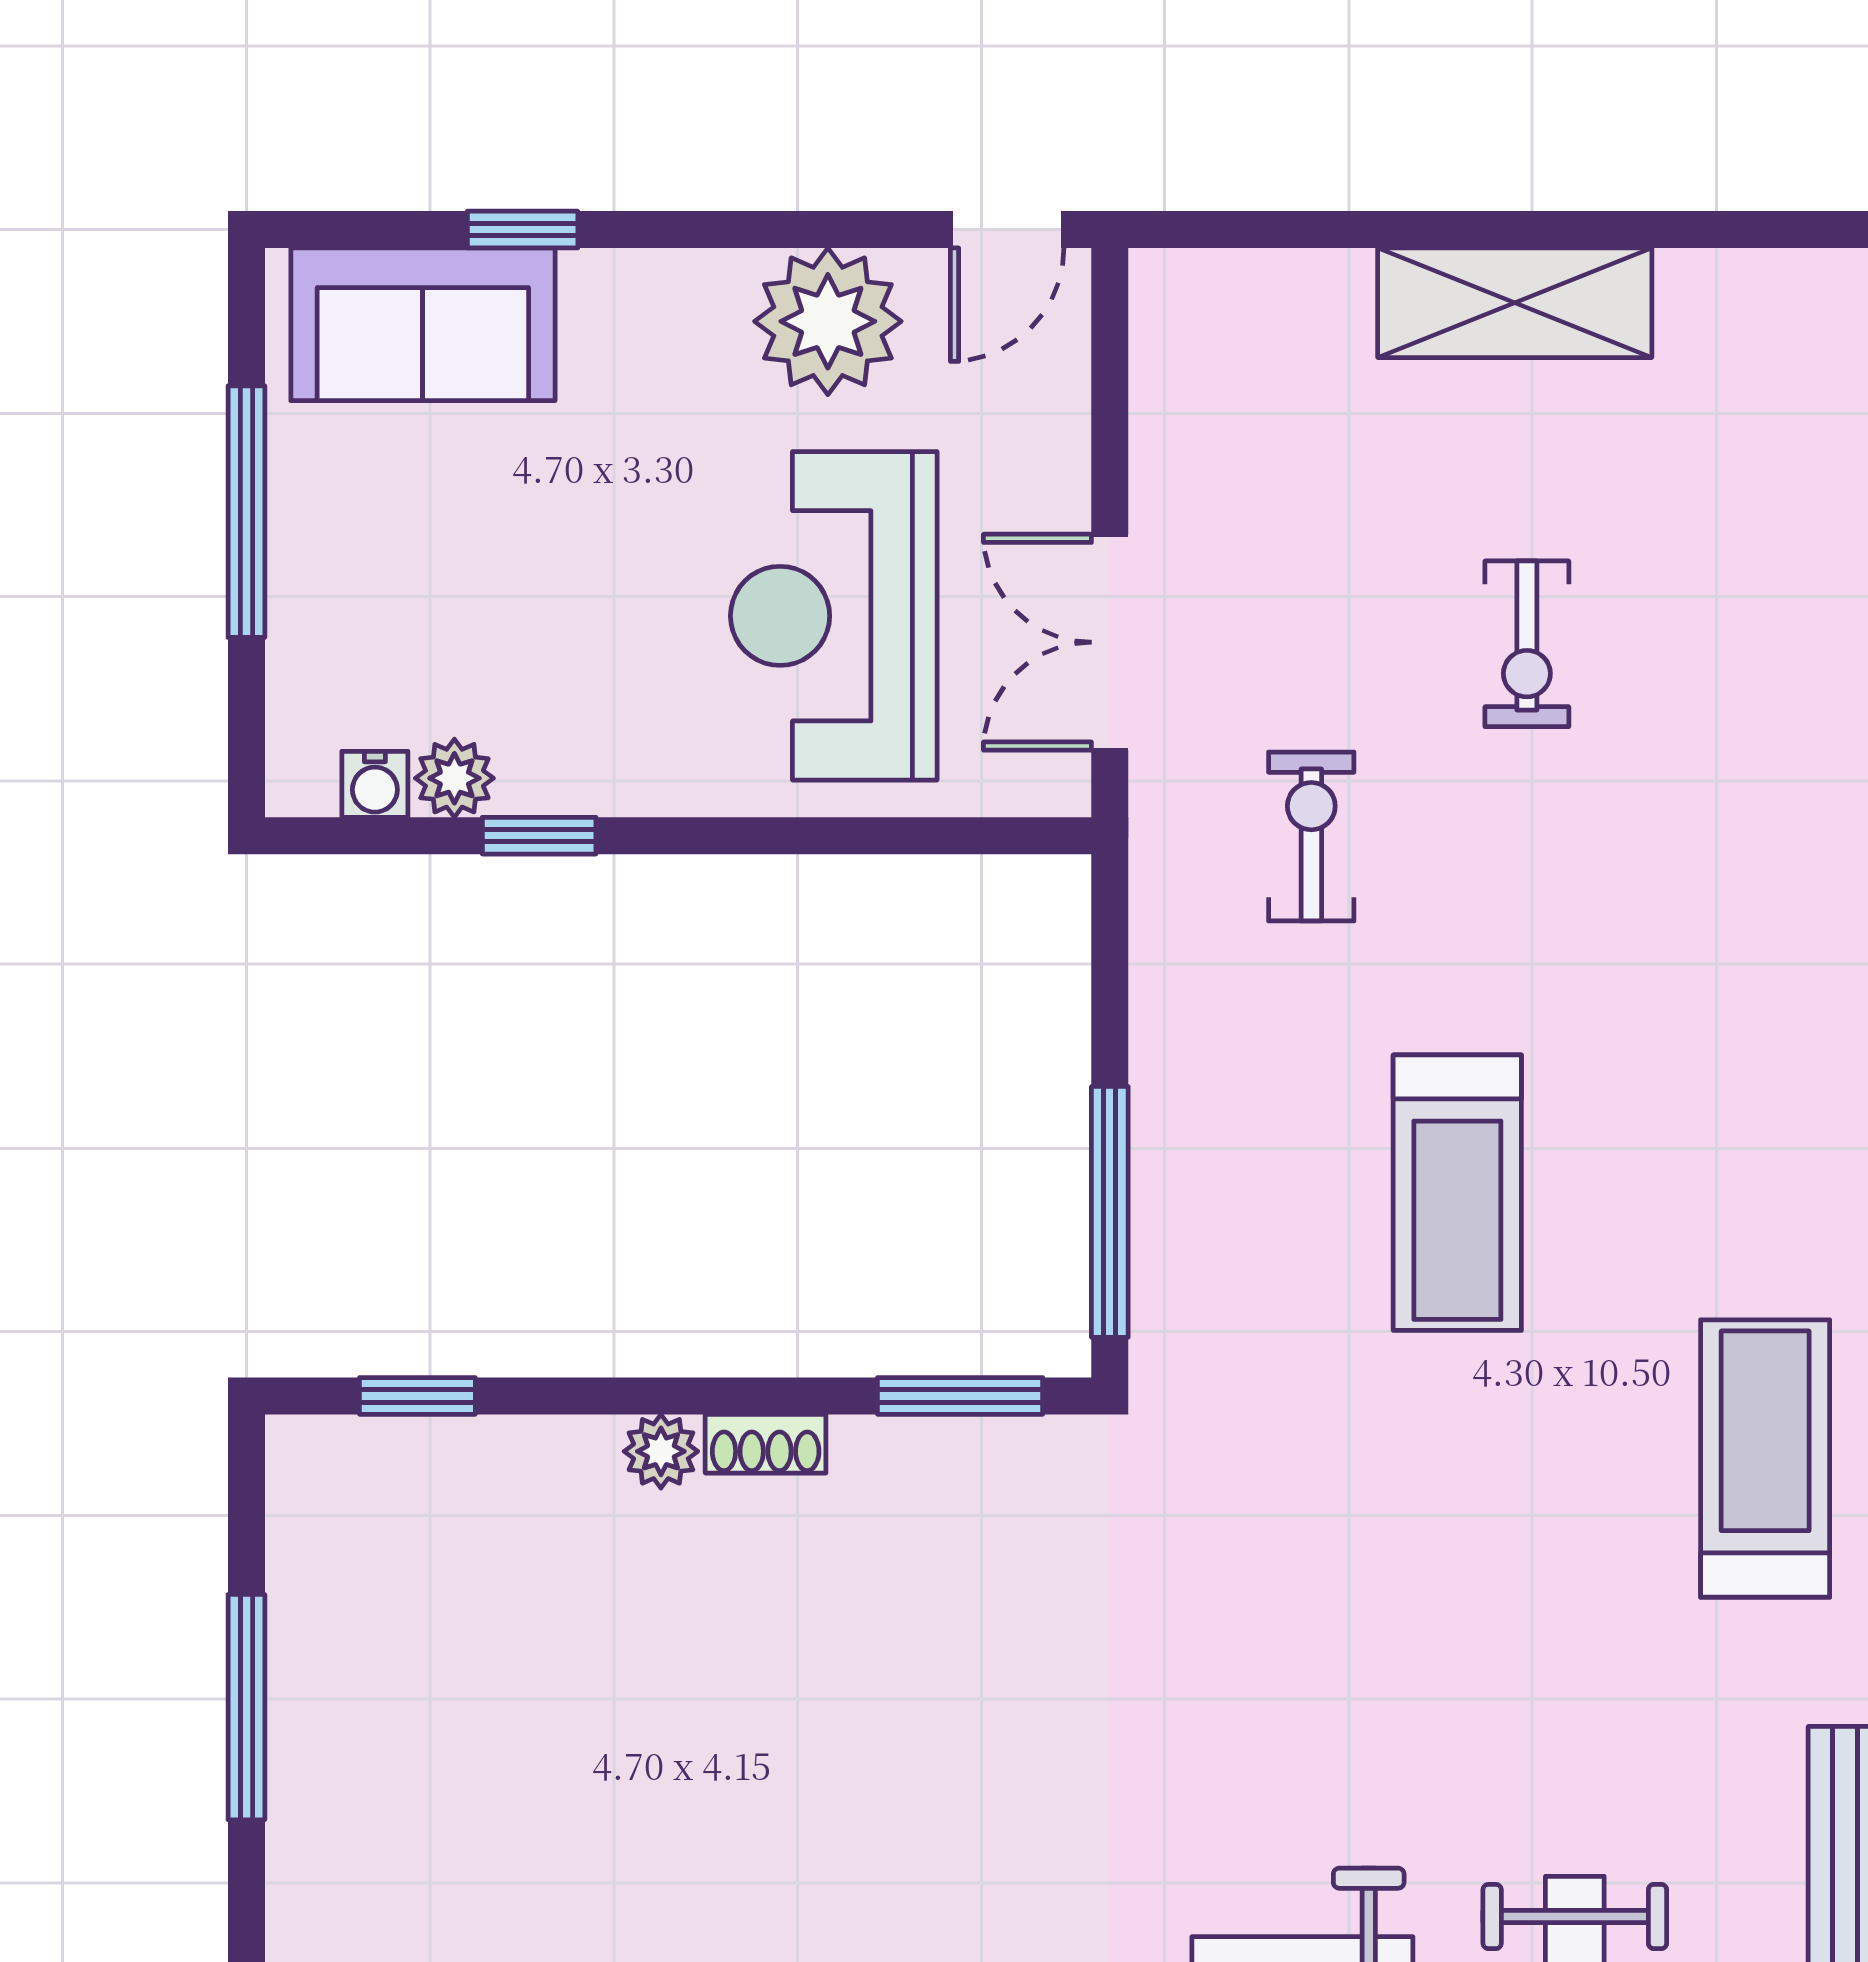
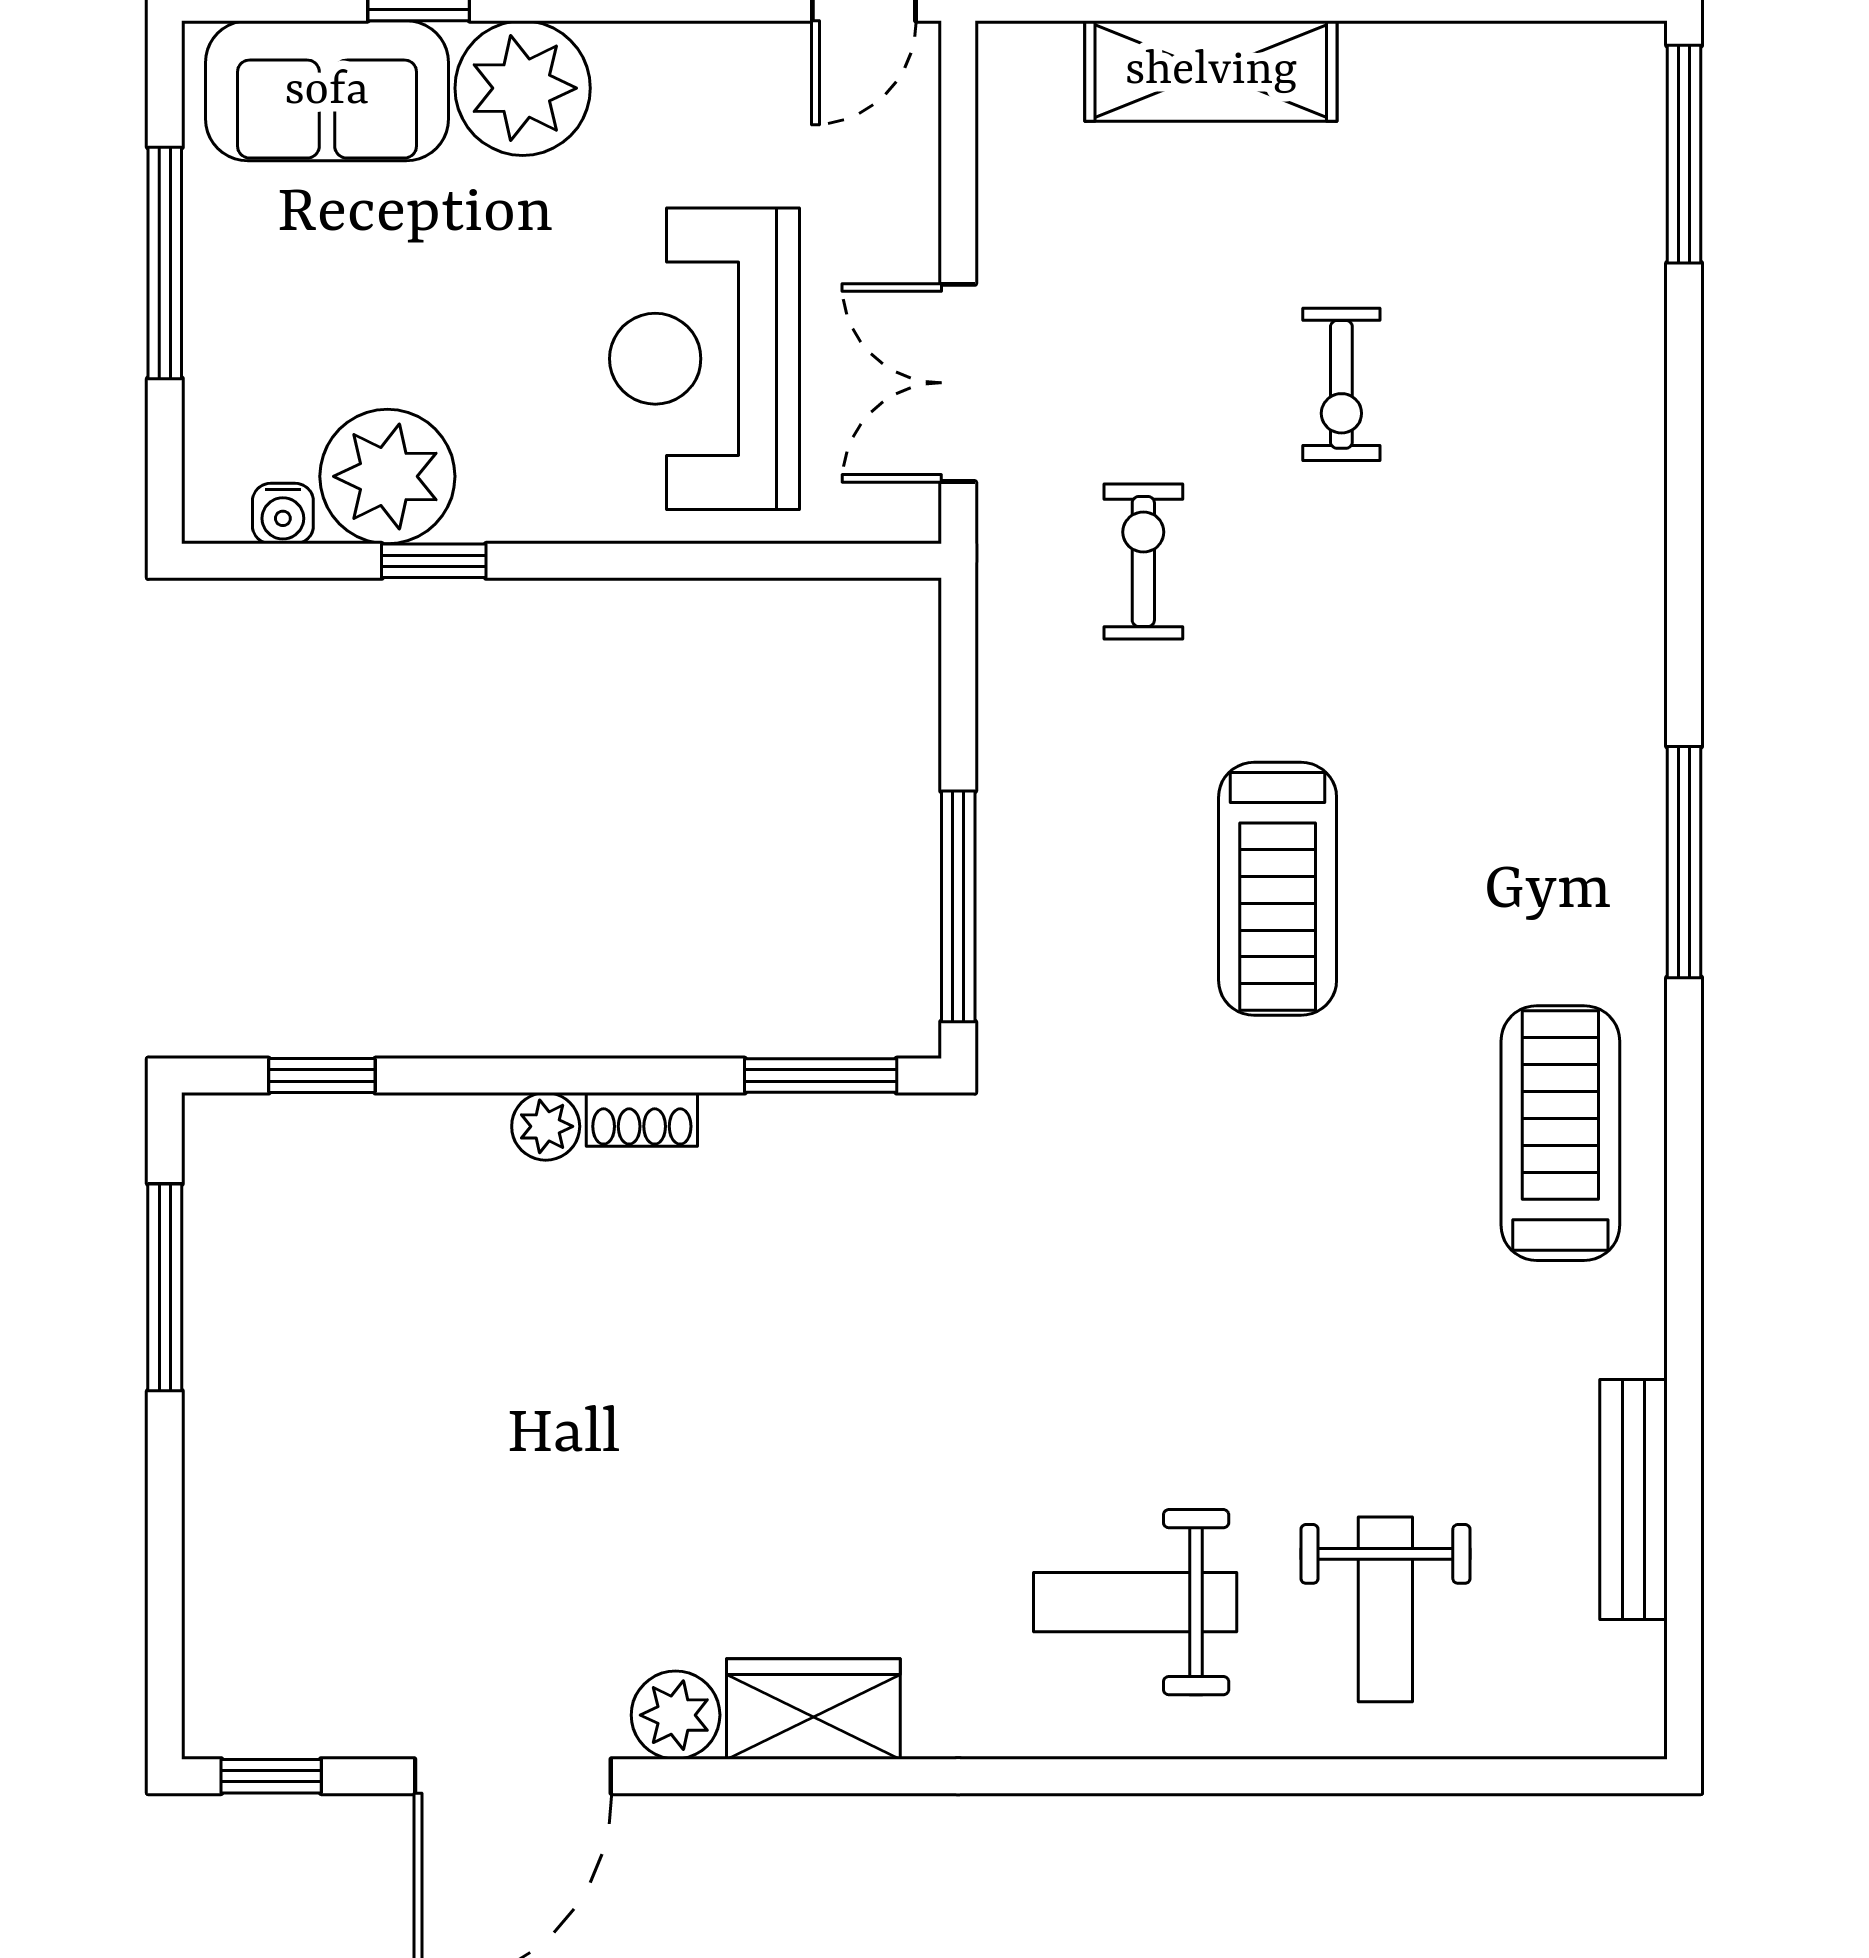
shelving: (1515, 303) -> (1211, 71), moved
plant: (828, 321) -> (523, 88), moved
plant: (454, 778) -> (387, 476), width x1.88, depth x1.88
window: (246, 1707) -> (165, 1287), moved

